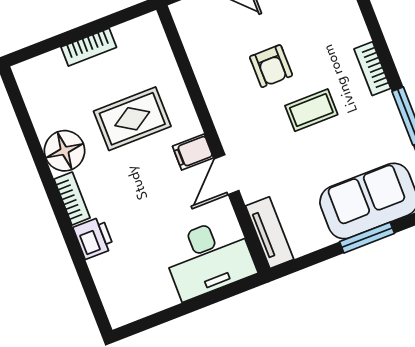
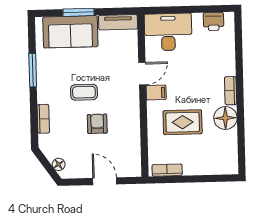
bookcase: (89, 47) -> (167, 170), moved
bookcase: (372, 69) -> (43, 119), moved
tv unit: (270, 233) -> (118, 22), moved, turned -90
printer: (94, 238) -> (214, 21), moved, turned -90

